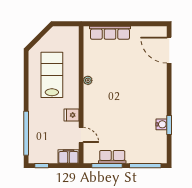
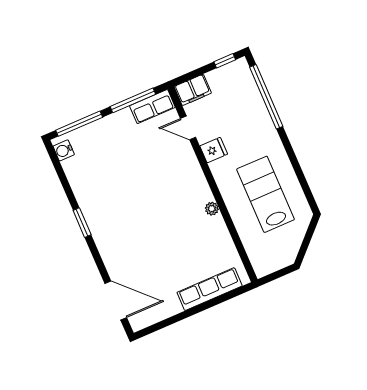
lab bench: (52, 75) -> (266, 194), turned 180
water cooler: (161, 124) -> (64, 150), moved
window: (169, 125) -> (82, 223), moved
row of seats: (112, 157) -> (152, 107), moved

